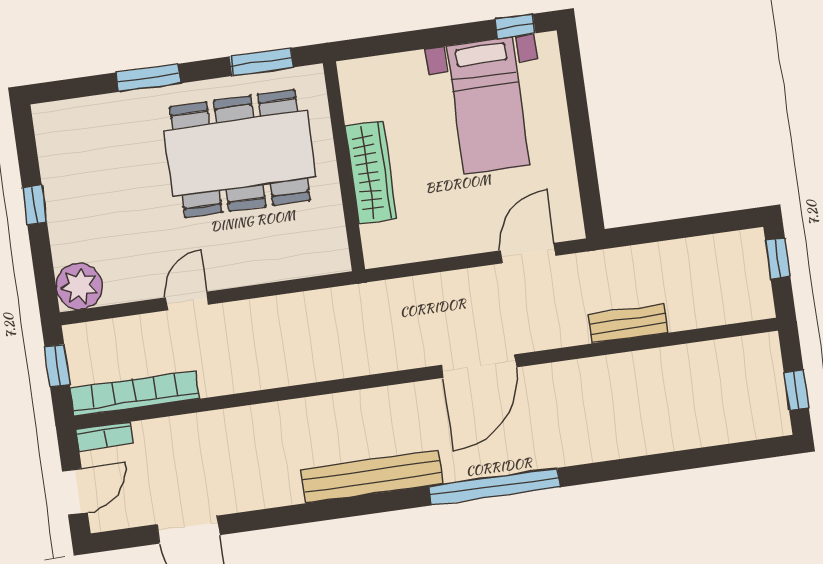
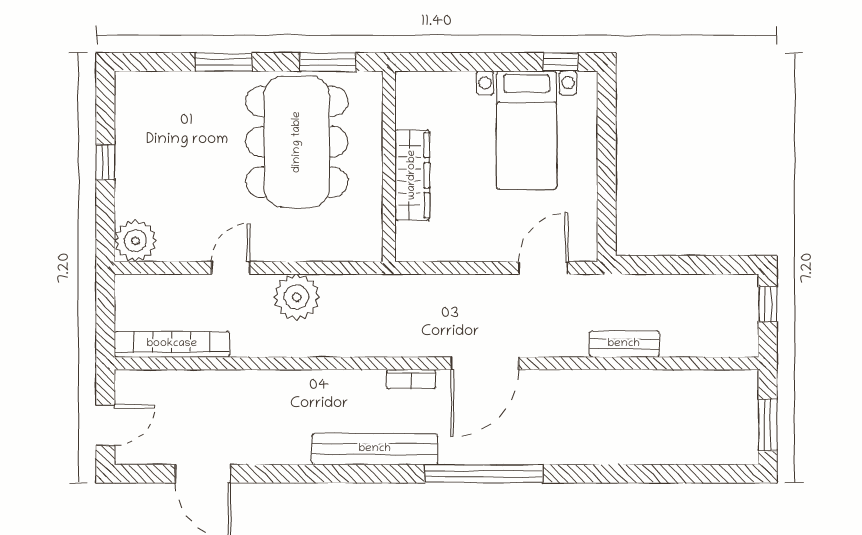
dining table: (240, 153) -> (297, 142), turned 90
plant: (263, 323) -> (297, 297), added
window: (57, 366) -> (105, 310), removed
window: (796, 390) -> (768, 425), width x1.50
bookcase: (104, 436) -> (411, 379), moved

